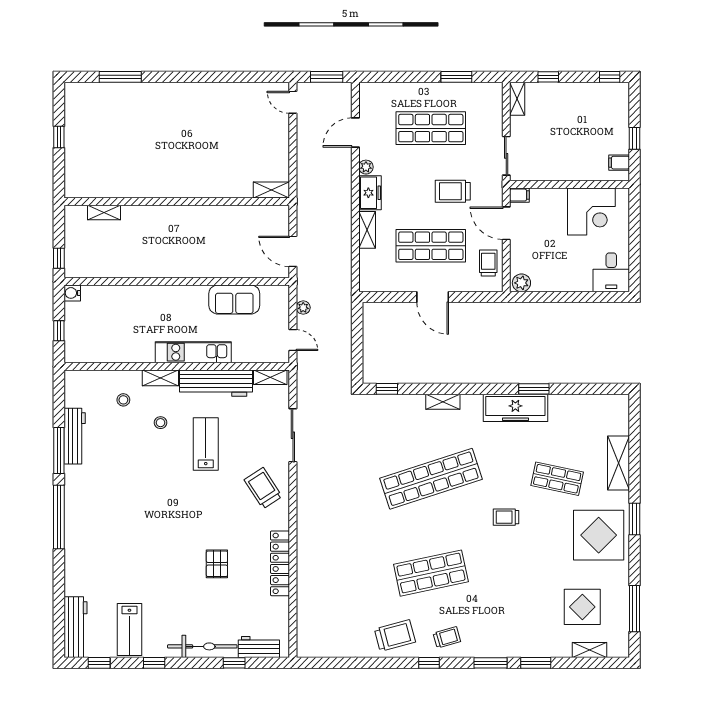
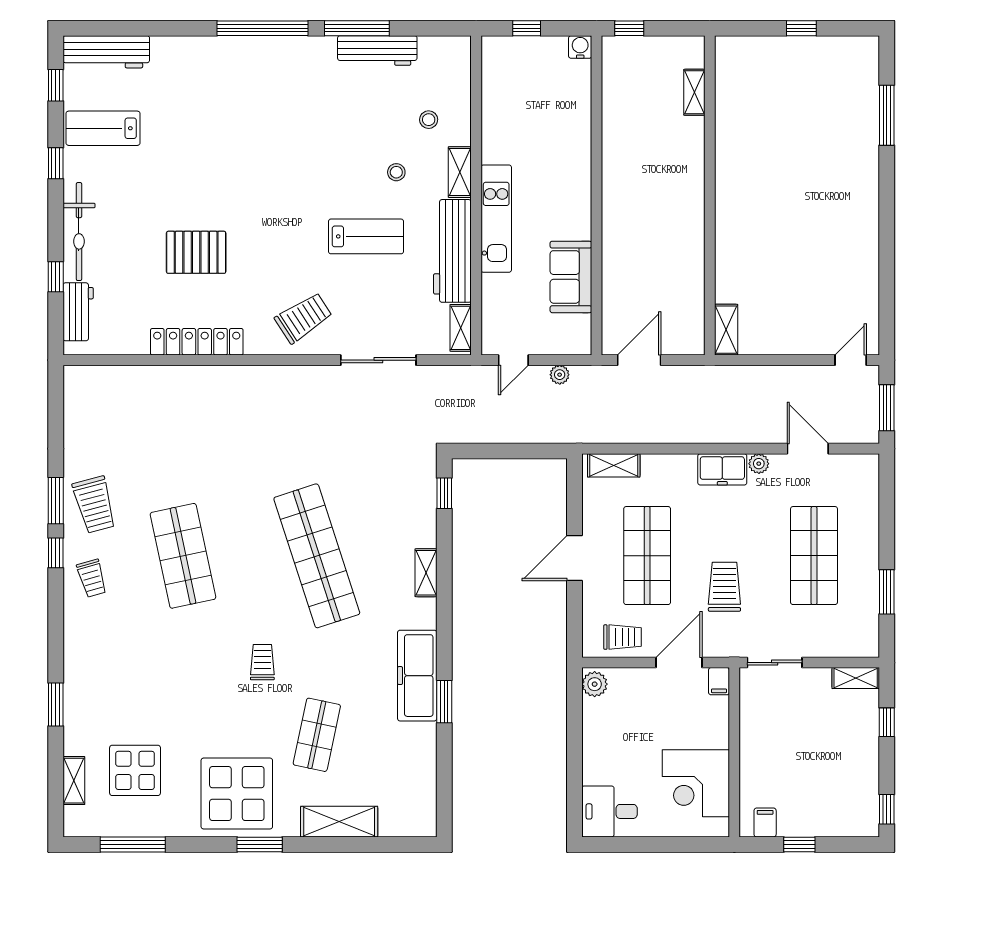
shelving: (367, 230) -> (614, 465), moved
pallet: (217, 564) -> (196, 252), width x1.50, depth x1.42
window: (490, 663) -> (56, 501), moved

